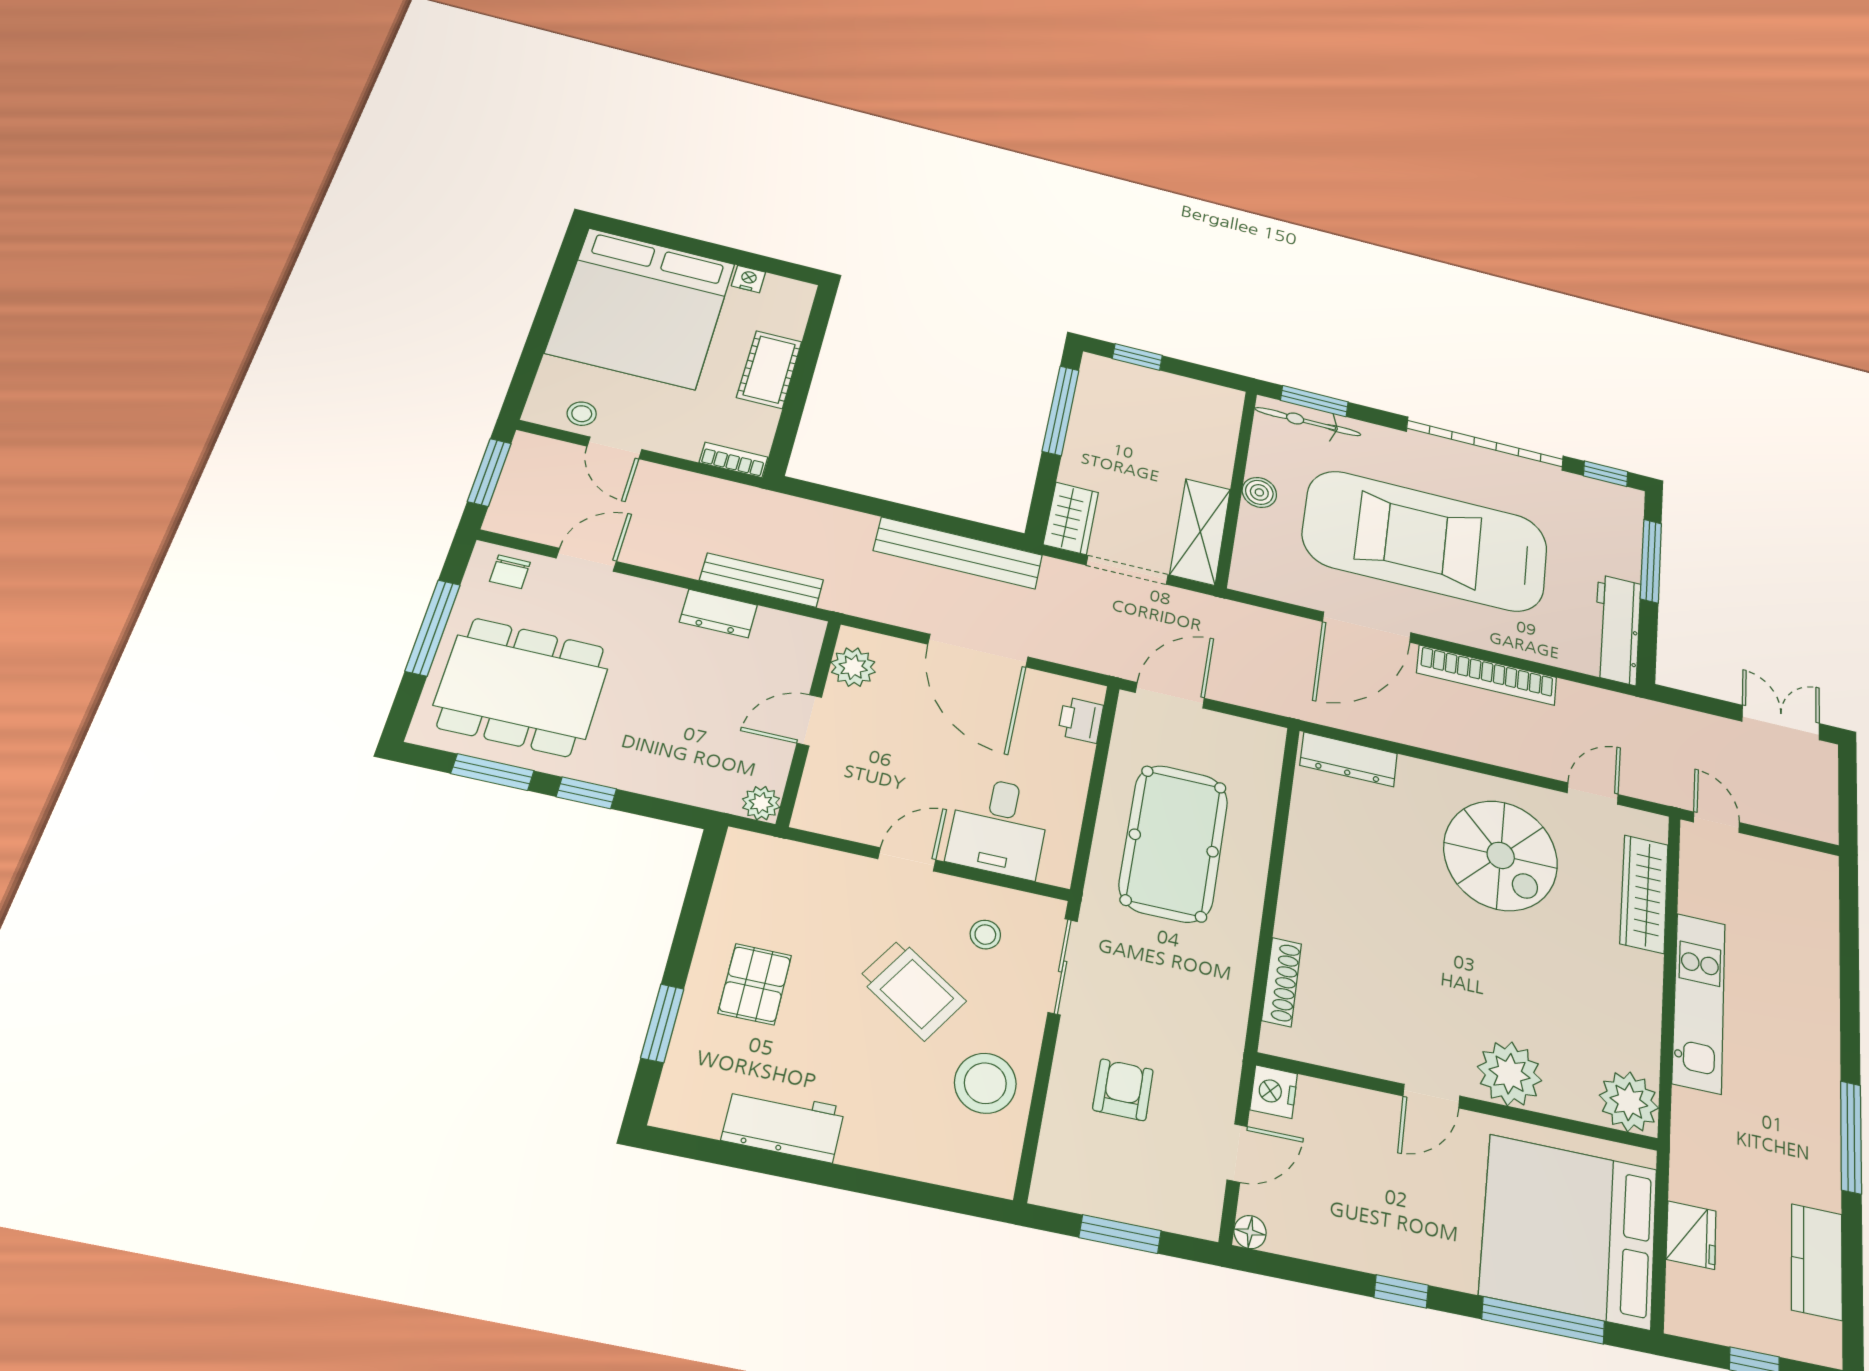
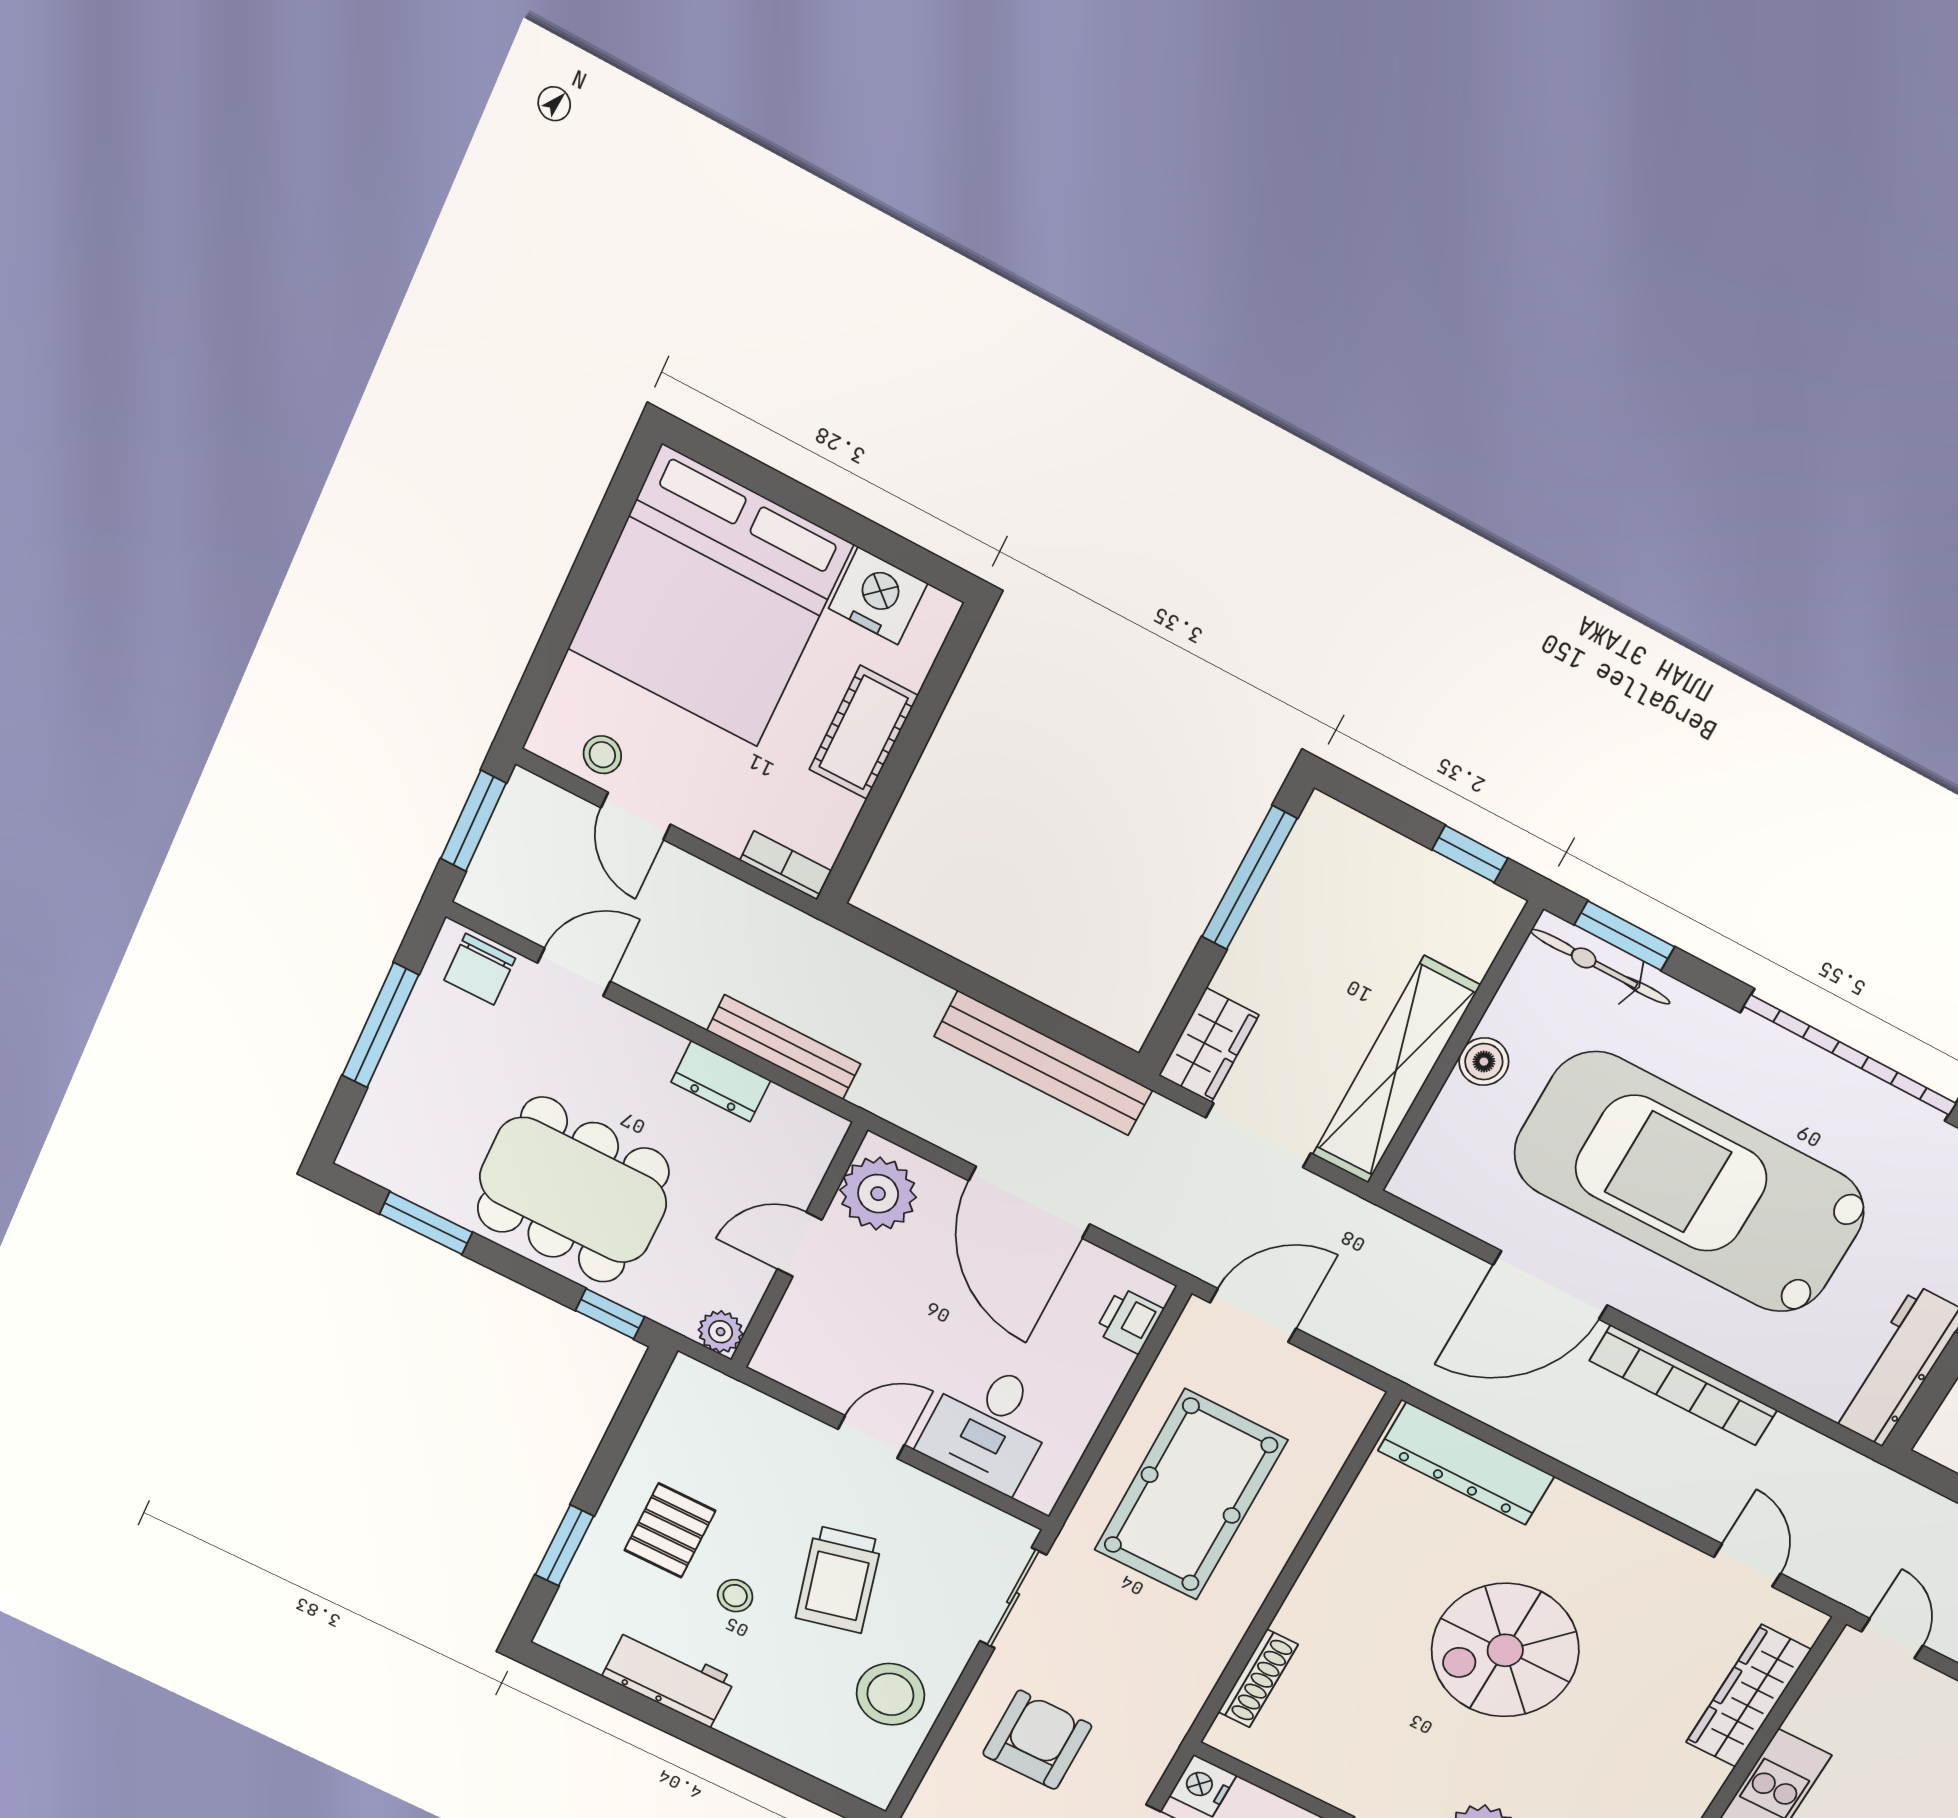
nightstand: (749, 279) -> (878, 596), width x1.89, depth x1.79
window: (1137, 357) -> (1470, 854), moved
shelving: (1200, 532) -> (1396, 1070), width x1.47
chair: (510, 572) -> (480, 969), width x1.37, depth x1.37
plant: (853, 667) -> (878, 1194), width x1.36, depth x1.36
dining table: (521, 687) -> (573, 1190), moved
dresser: (1349, 759) -> (1466, 1463), width x1.37, depth x1.24
window: (586, 793) -> (610, 1314), moved
door: (1593, 794) -> (1747, 1565), hinge flipped
spiral stairs: (1501, 855) -> (1505, 1650), moved, turned 90
stool: (985, 935) -> (735, 1596), moved
trolley: (912, 989) -> (839, 1579), turned 43
armchair: (1123, 1090) -> (1037, 1740), width x1.38, depth x1.38

